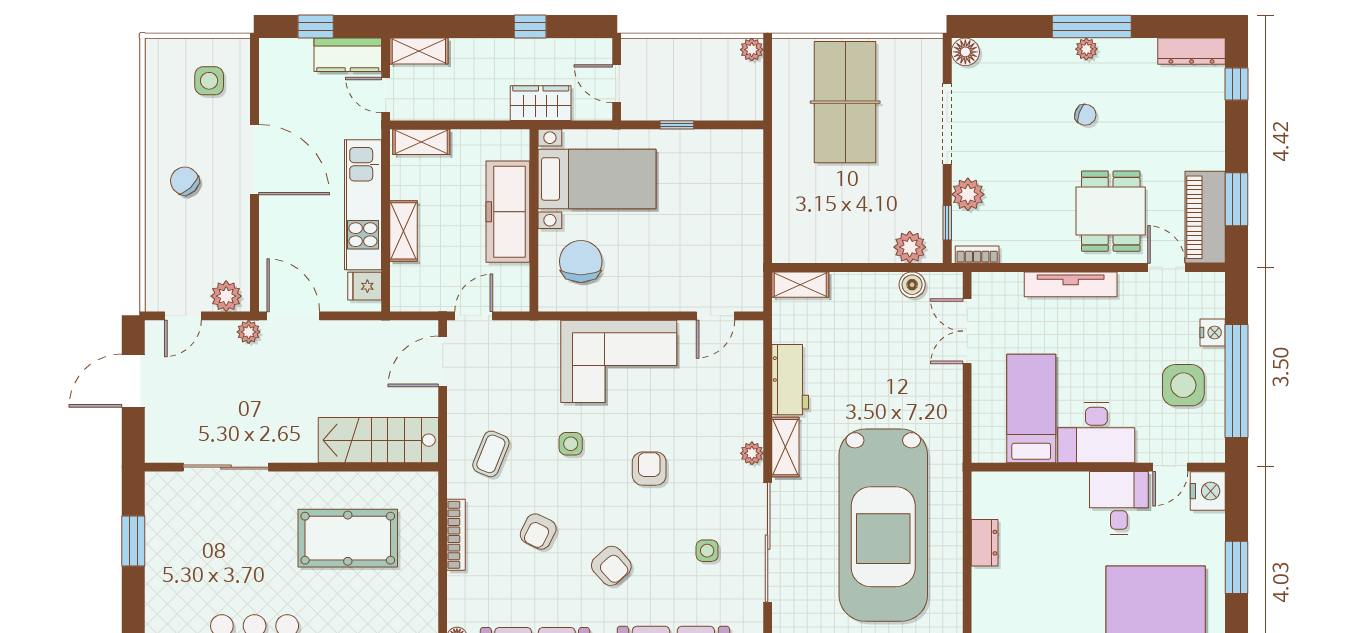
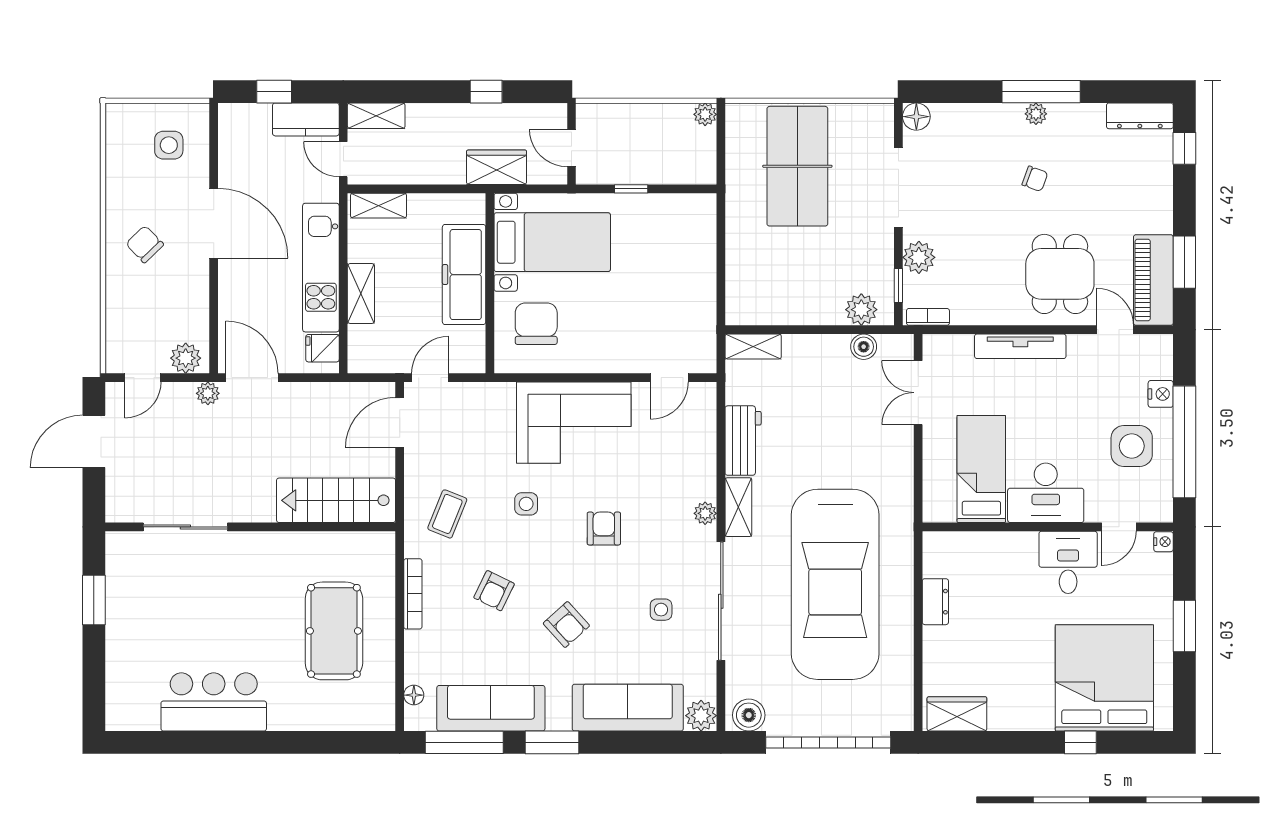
nightstand: (1208, 491) -> (1164, 542), width x0.53, depth x0.56
pool table: (348, 538) -> (334, 631), moved, turned 90

